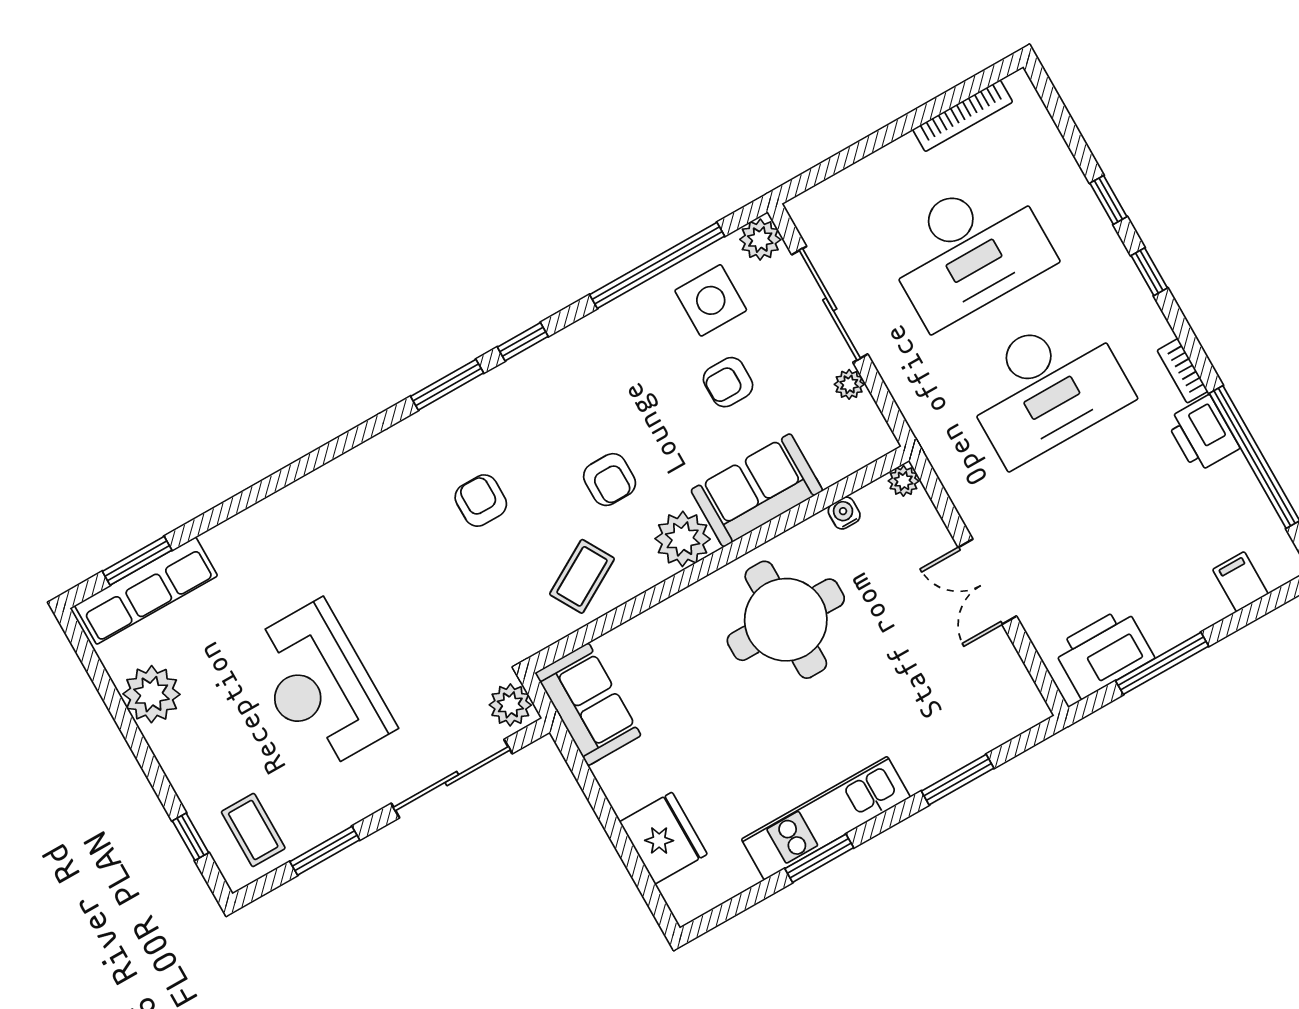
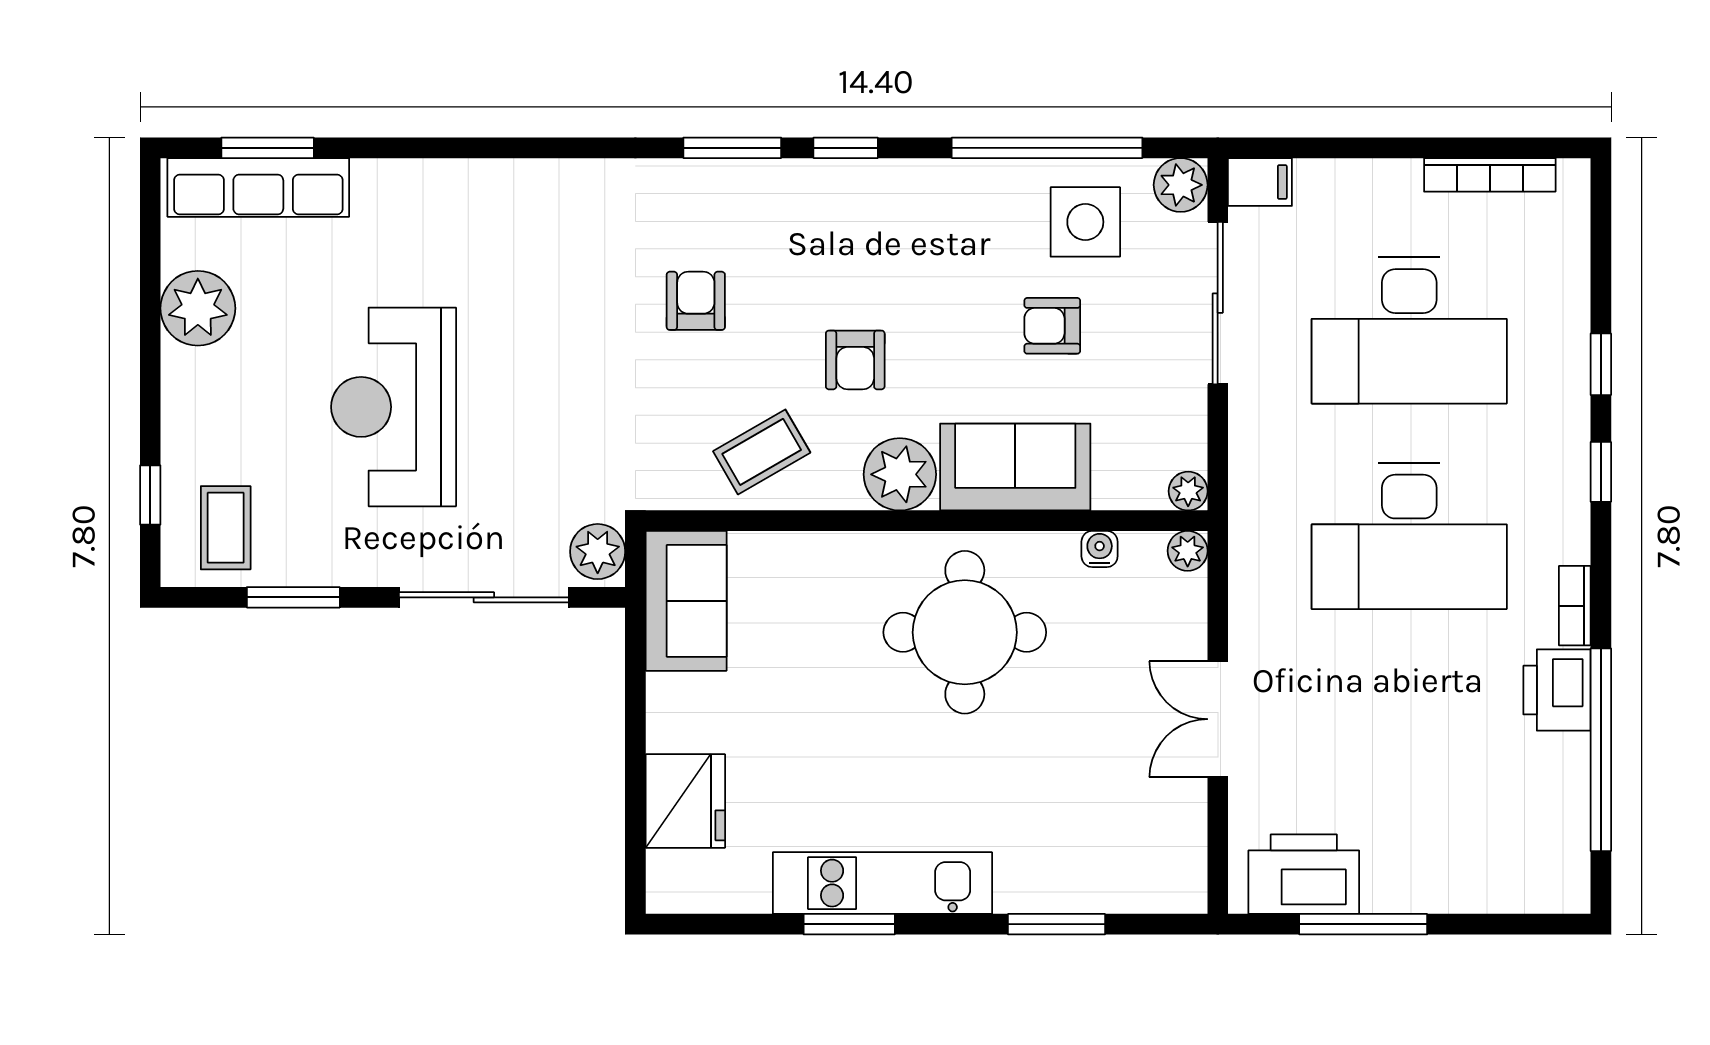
plant: (849, 384) -> (1188, 491), moved
filing cabinet: (1240, 582) -> (1260, 182), moved, turned 90

